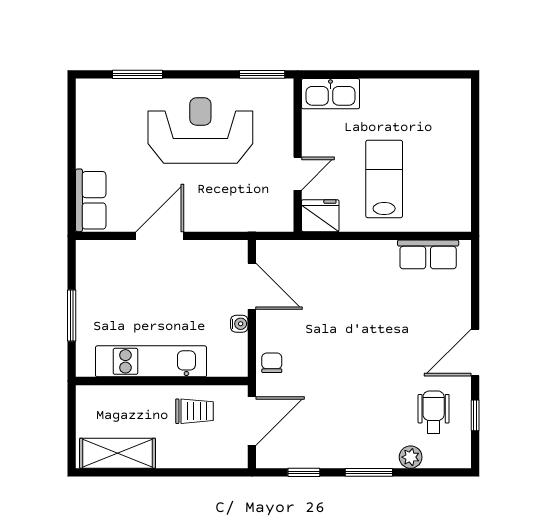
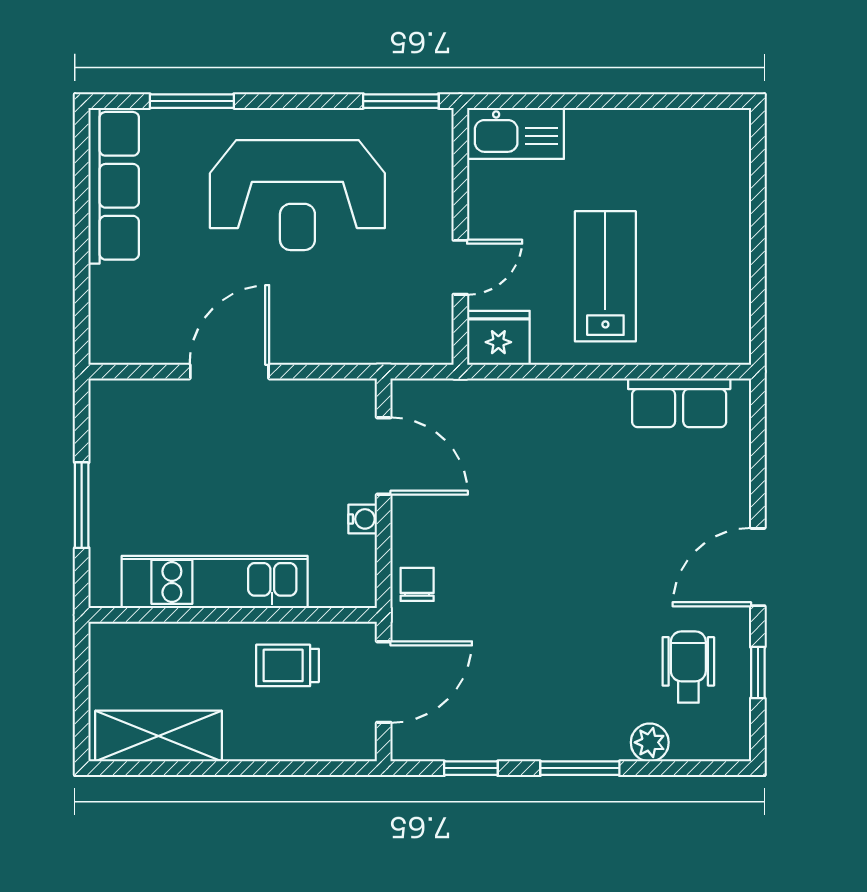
reception desk: (200, 131) -> (297, 195), turned 180
row of seats: (91, 200) -> (114, 186), moved, width x1.48
trolley: (194, 411) -> (288, 665), turned 180

